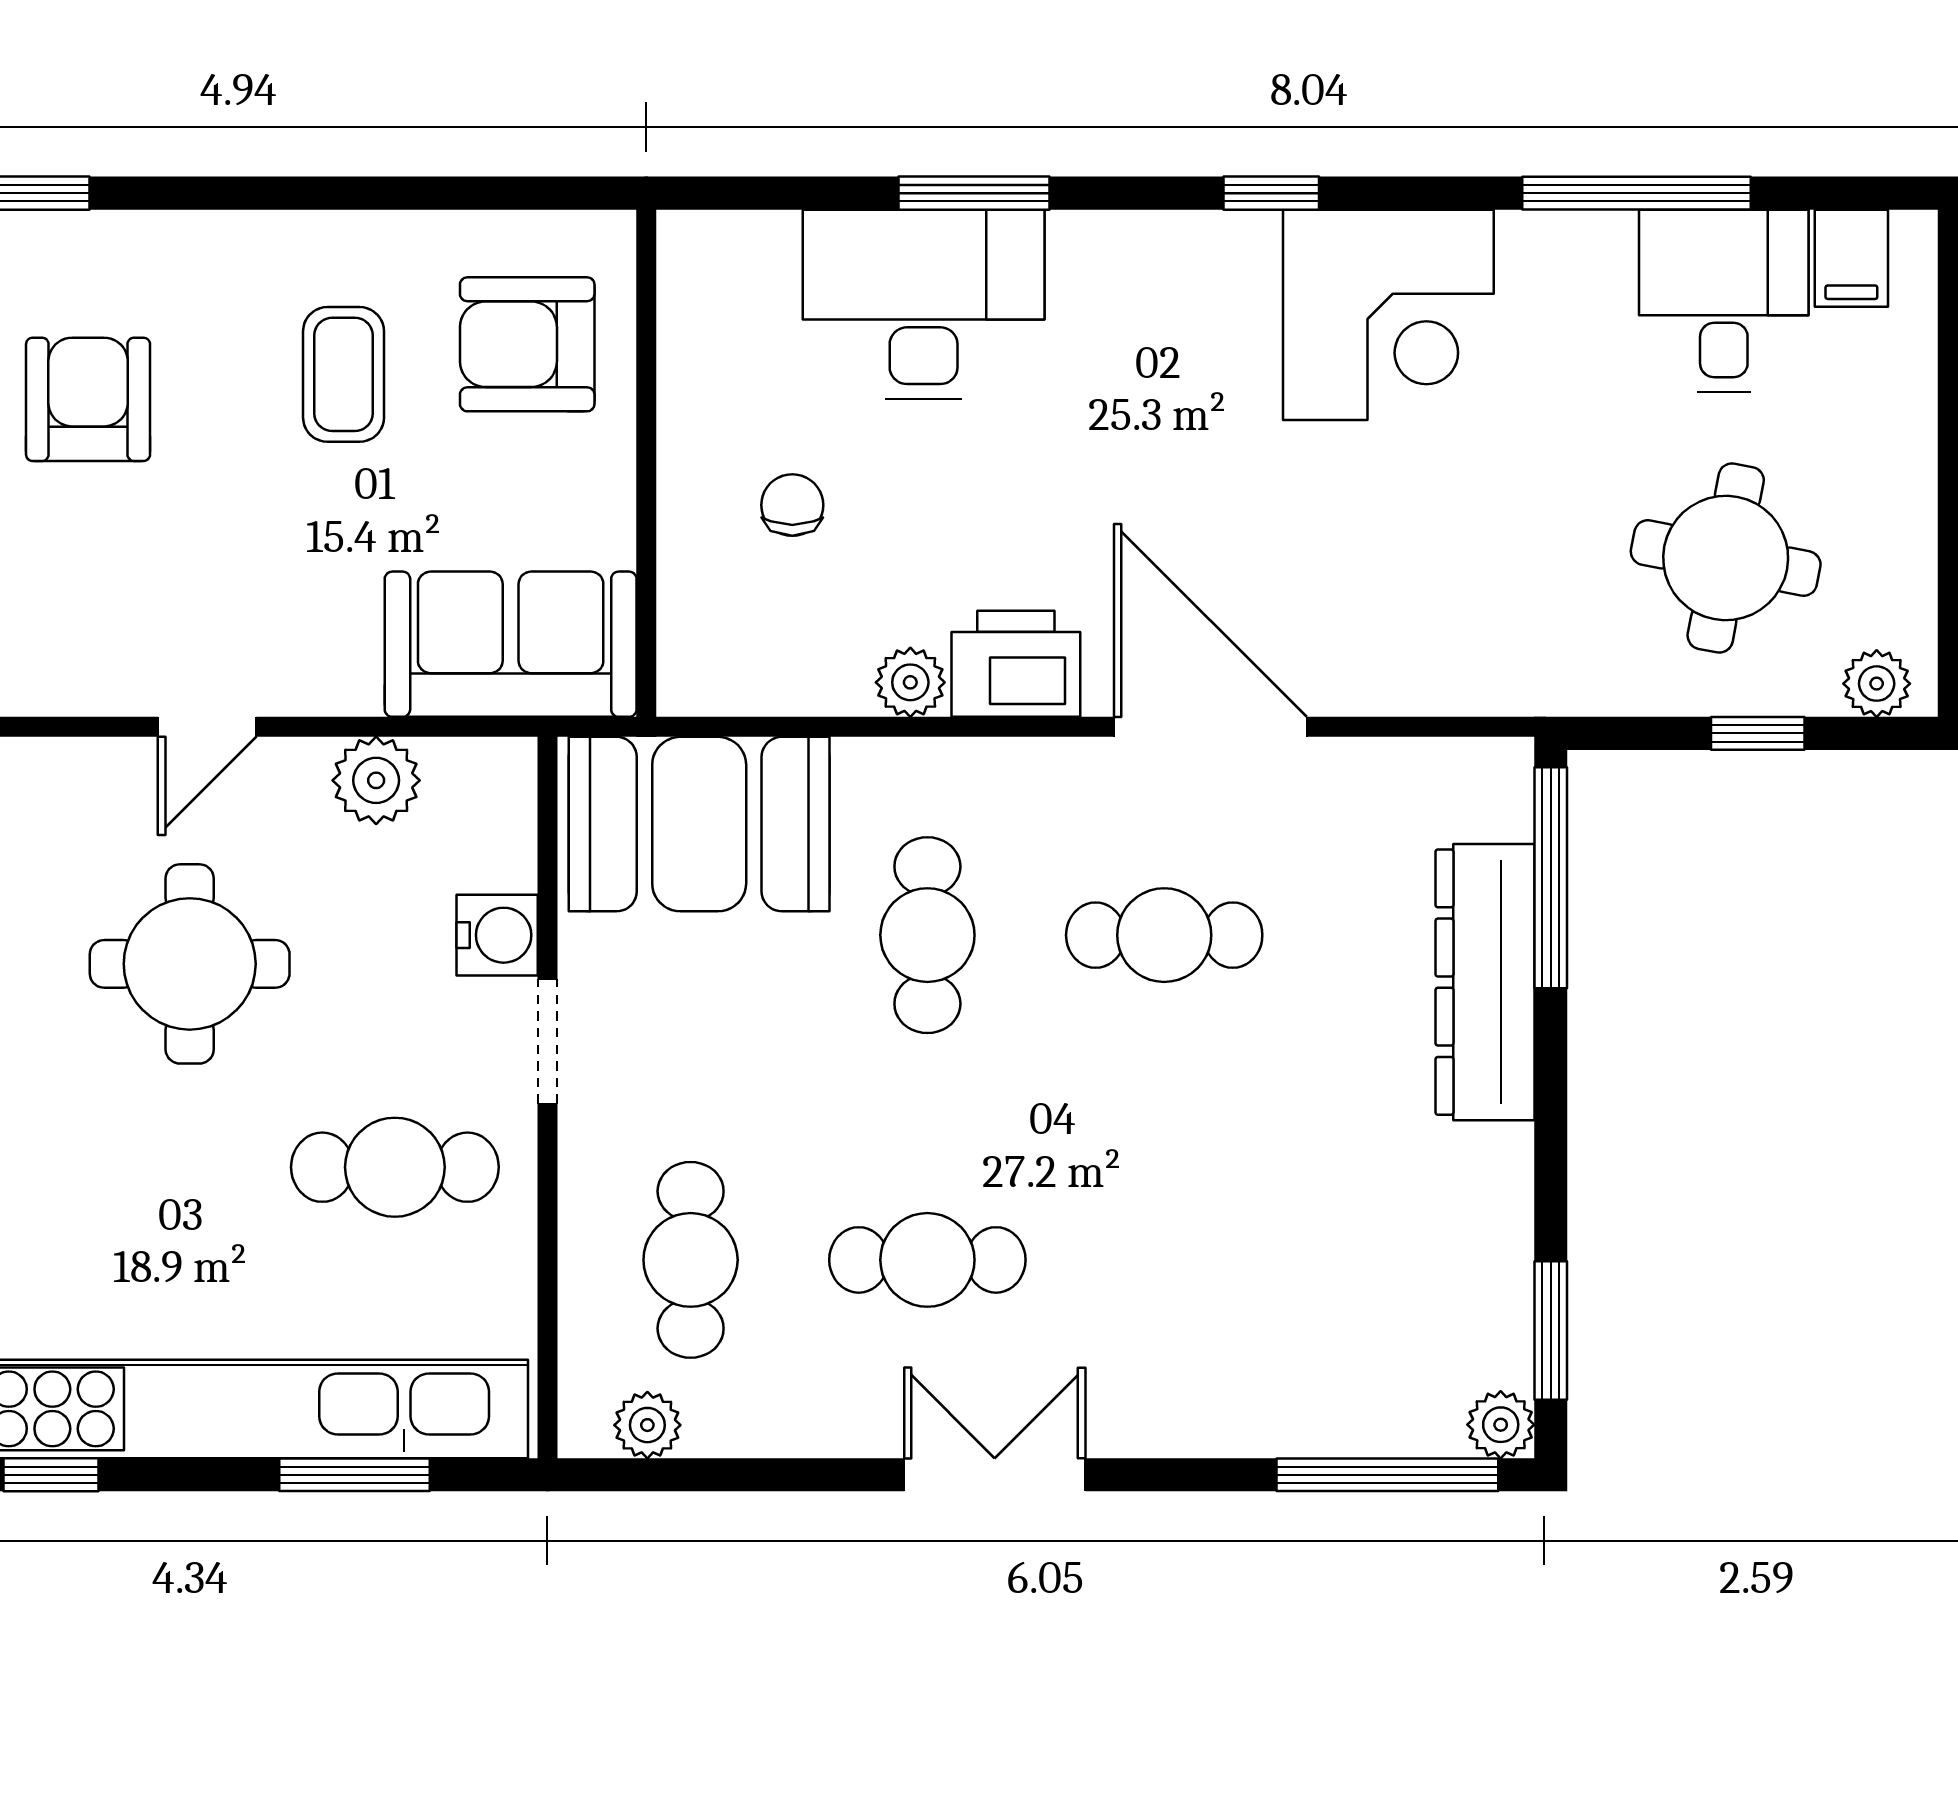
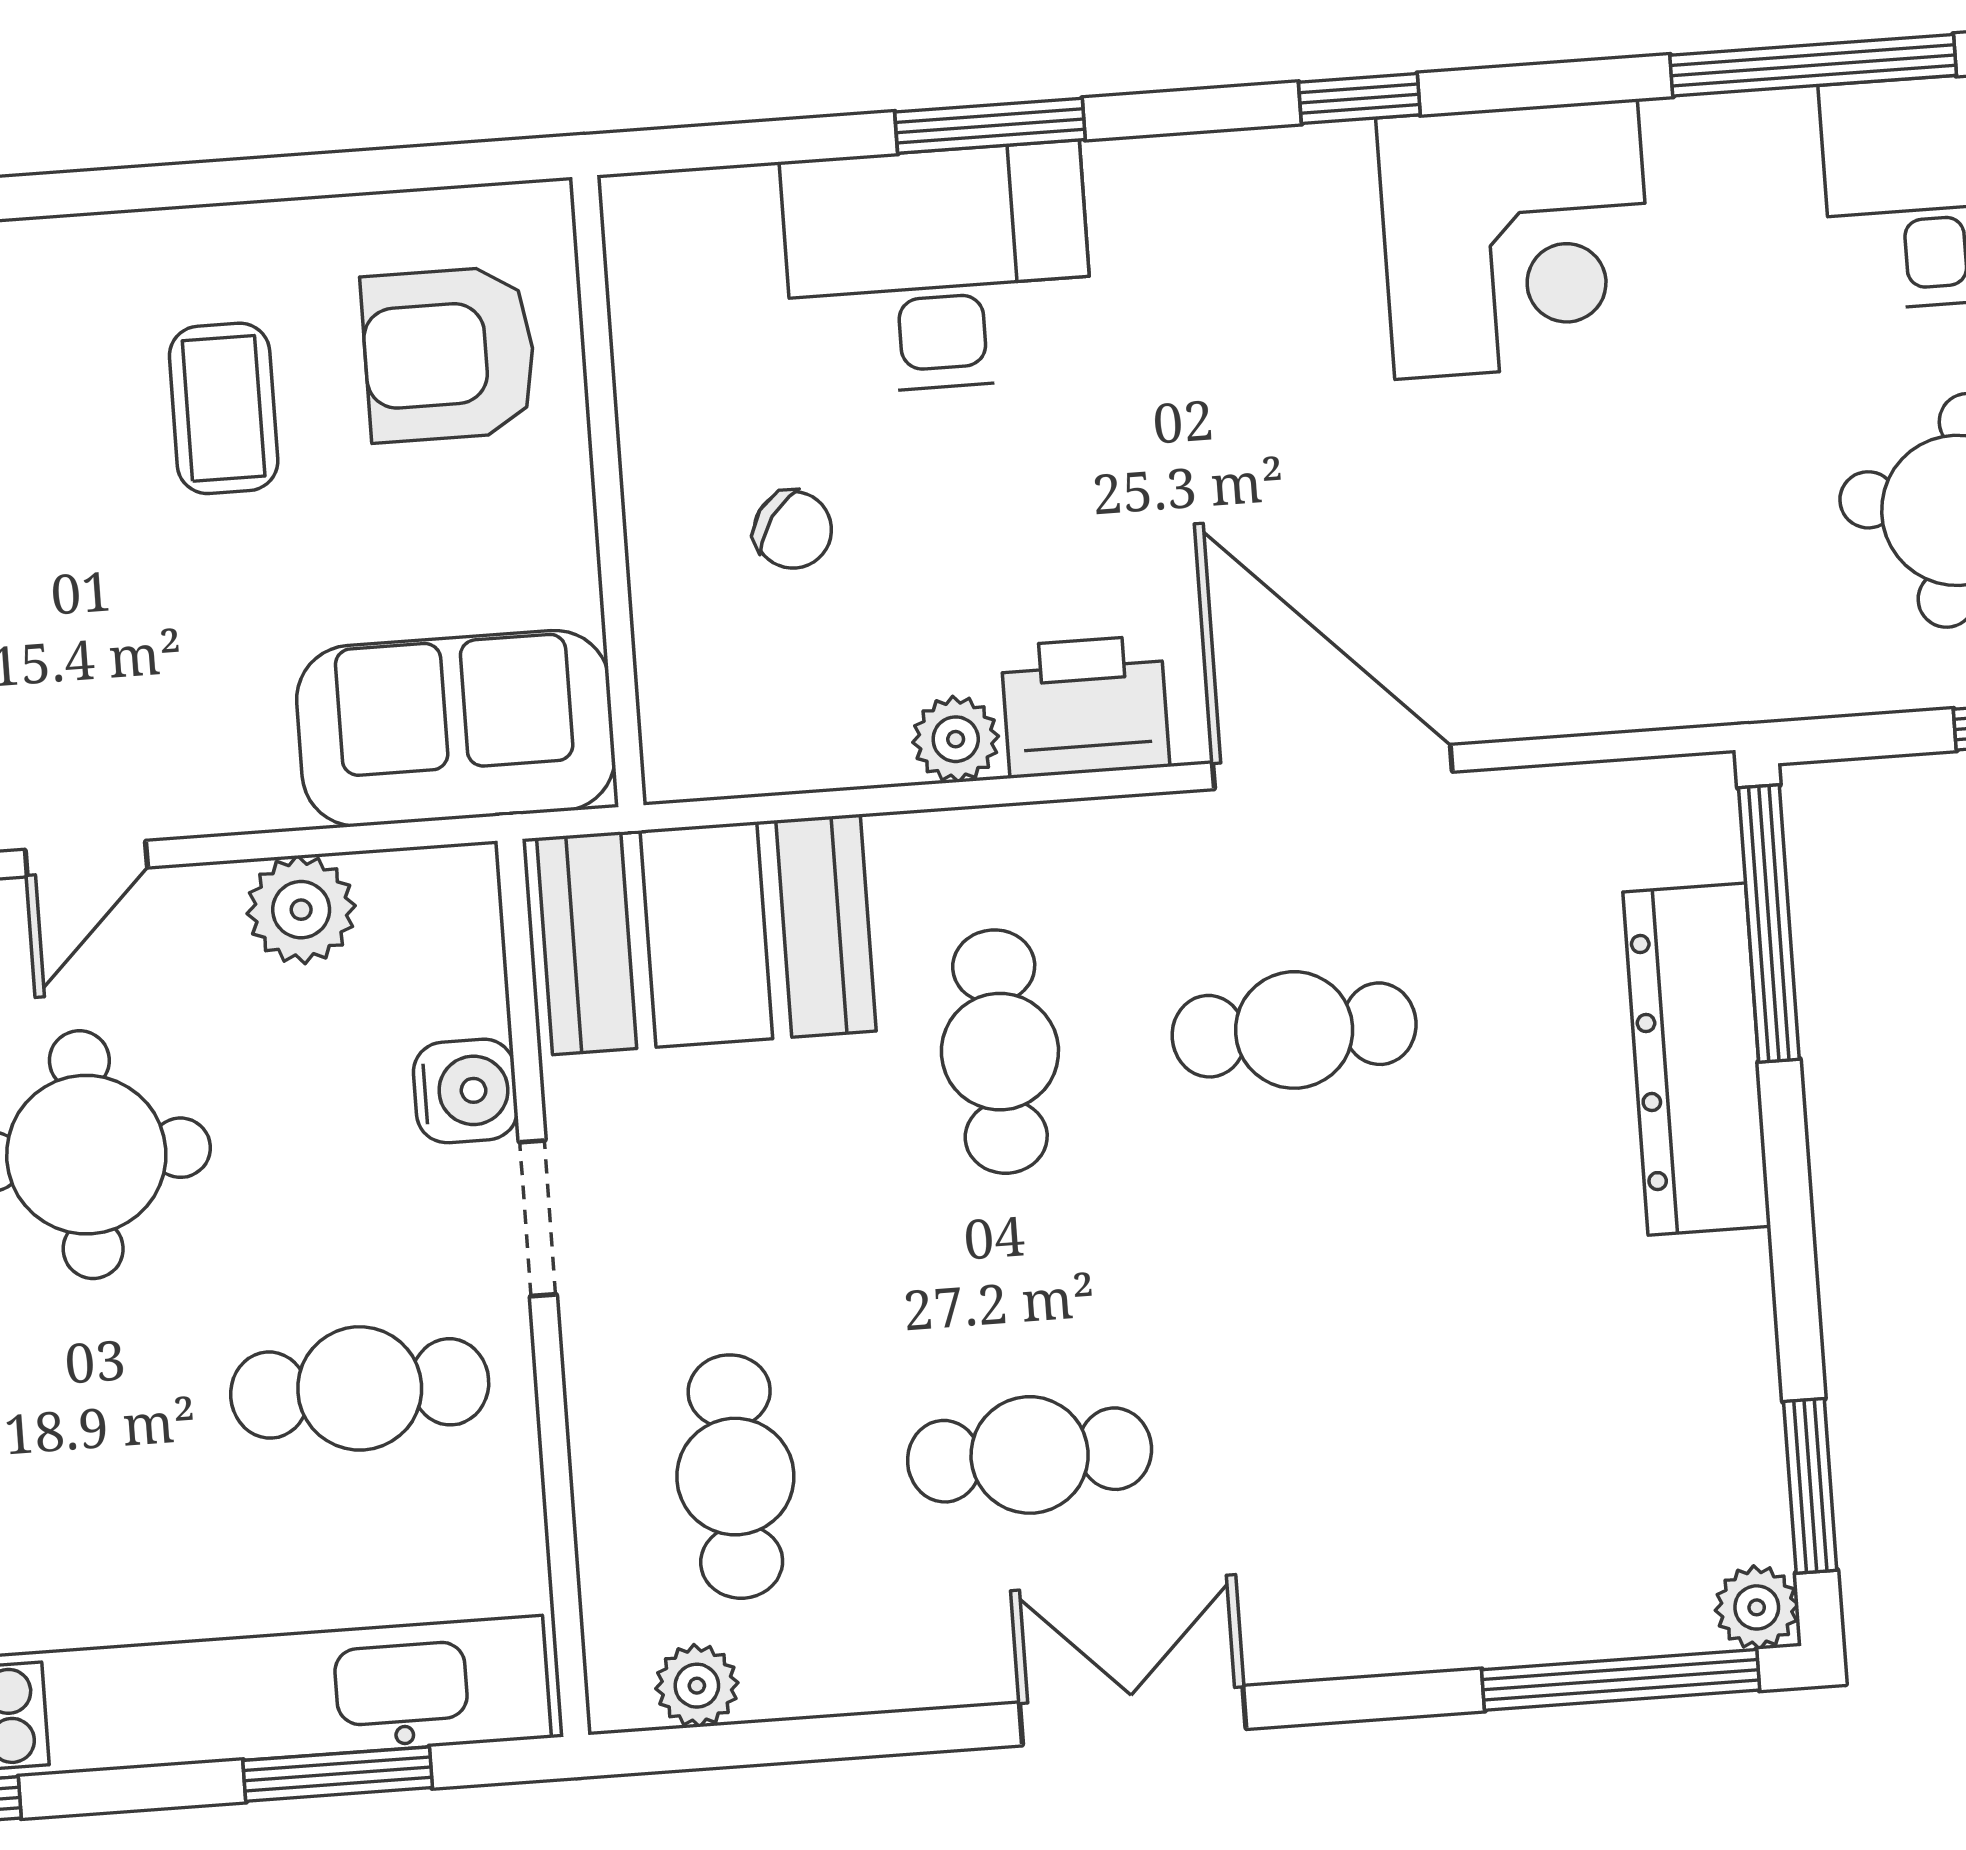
chair: (792, 505) -> (793, 530), turned 125

